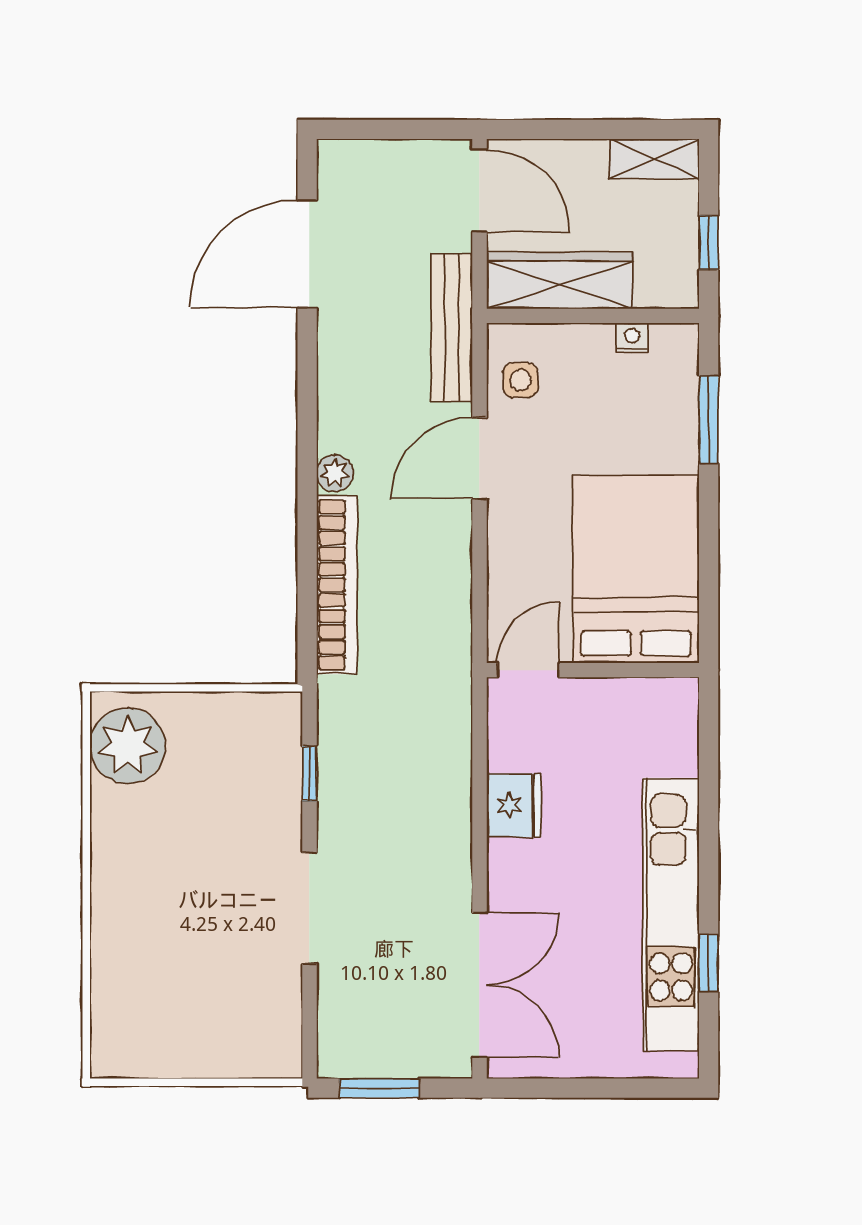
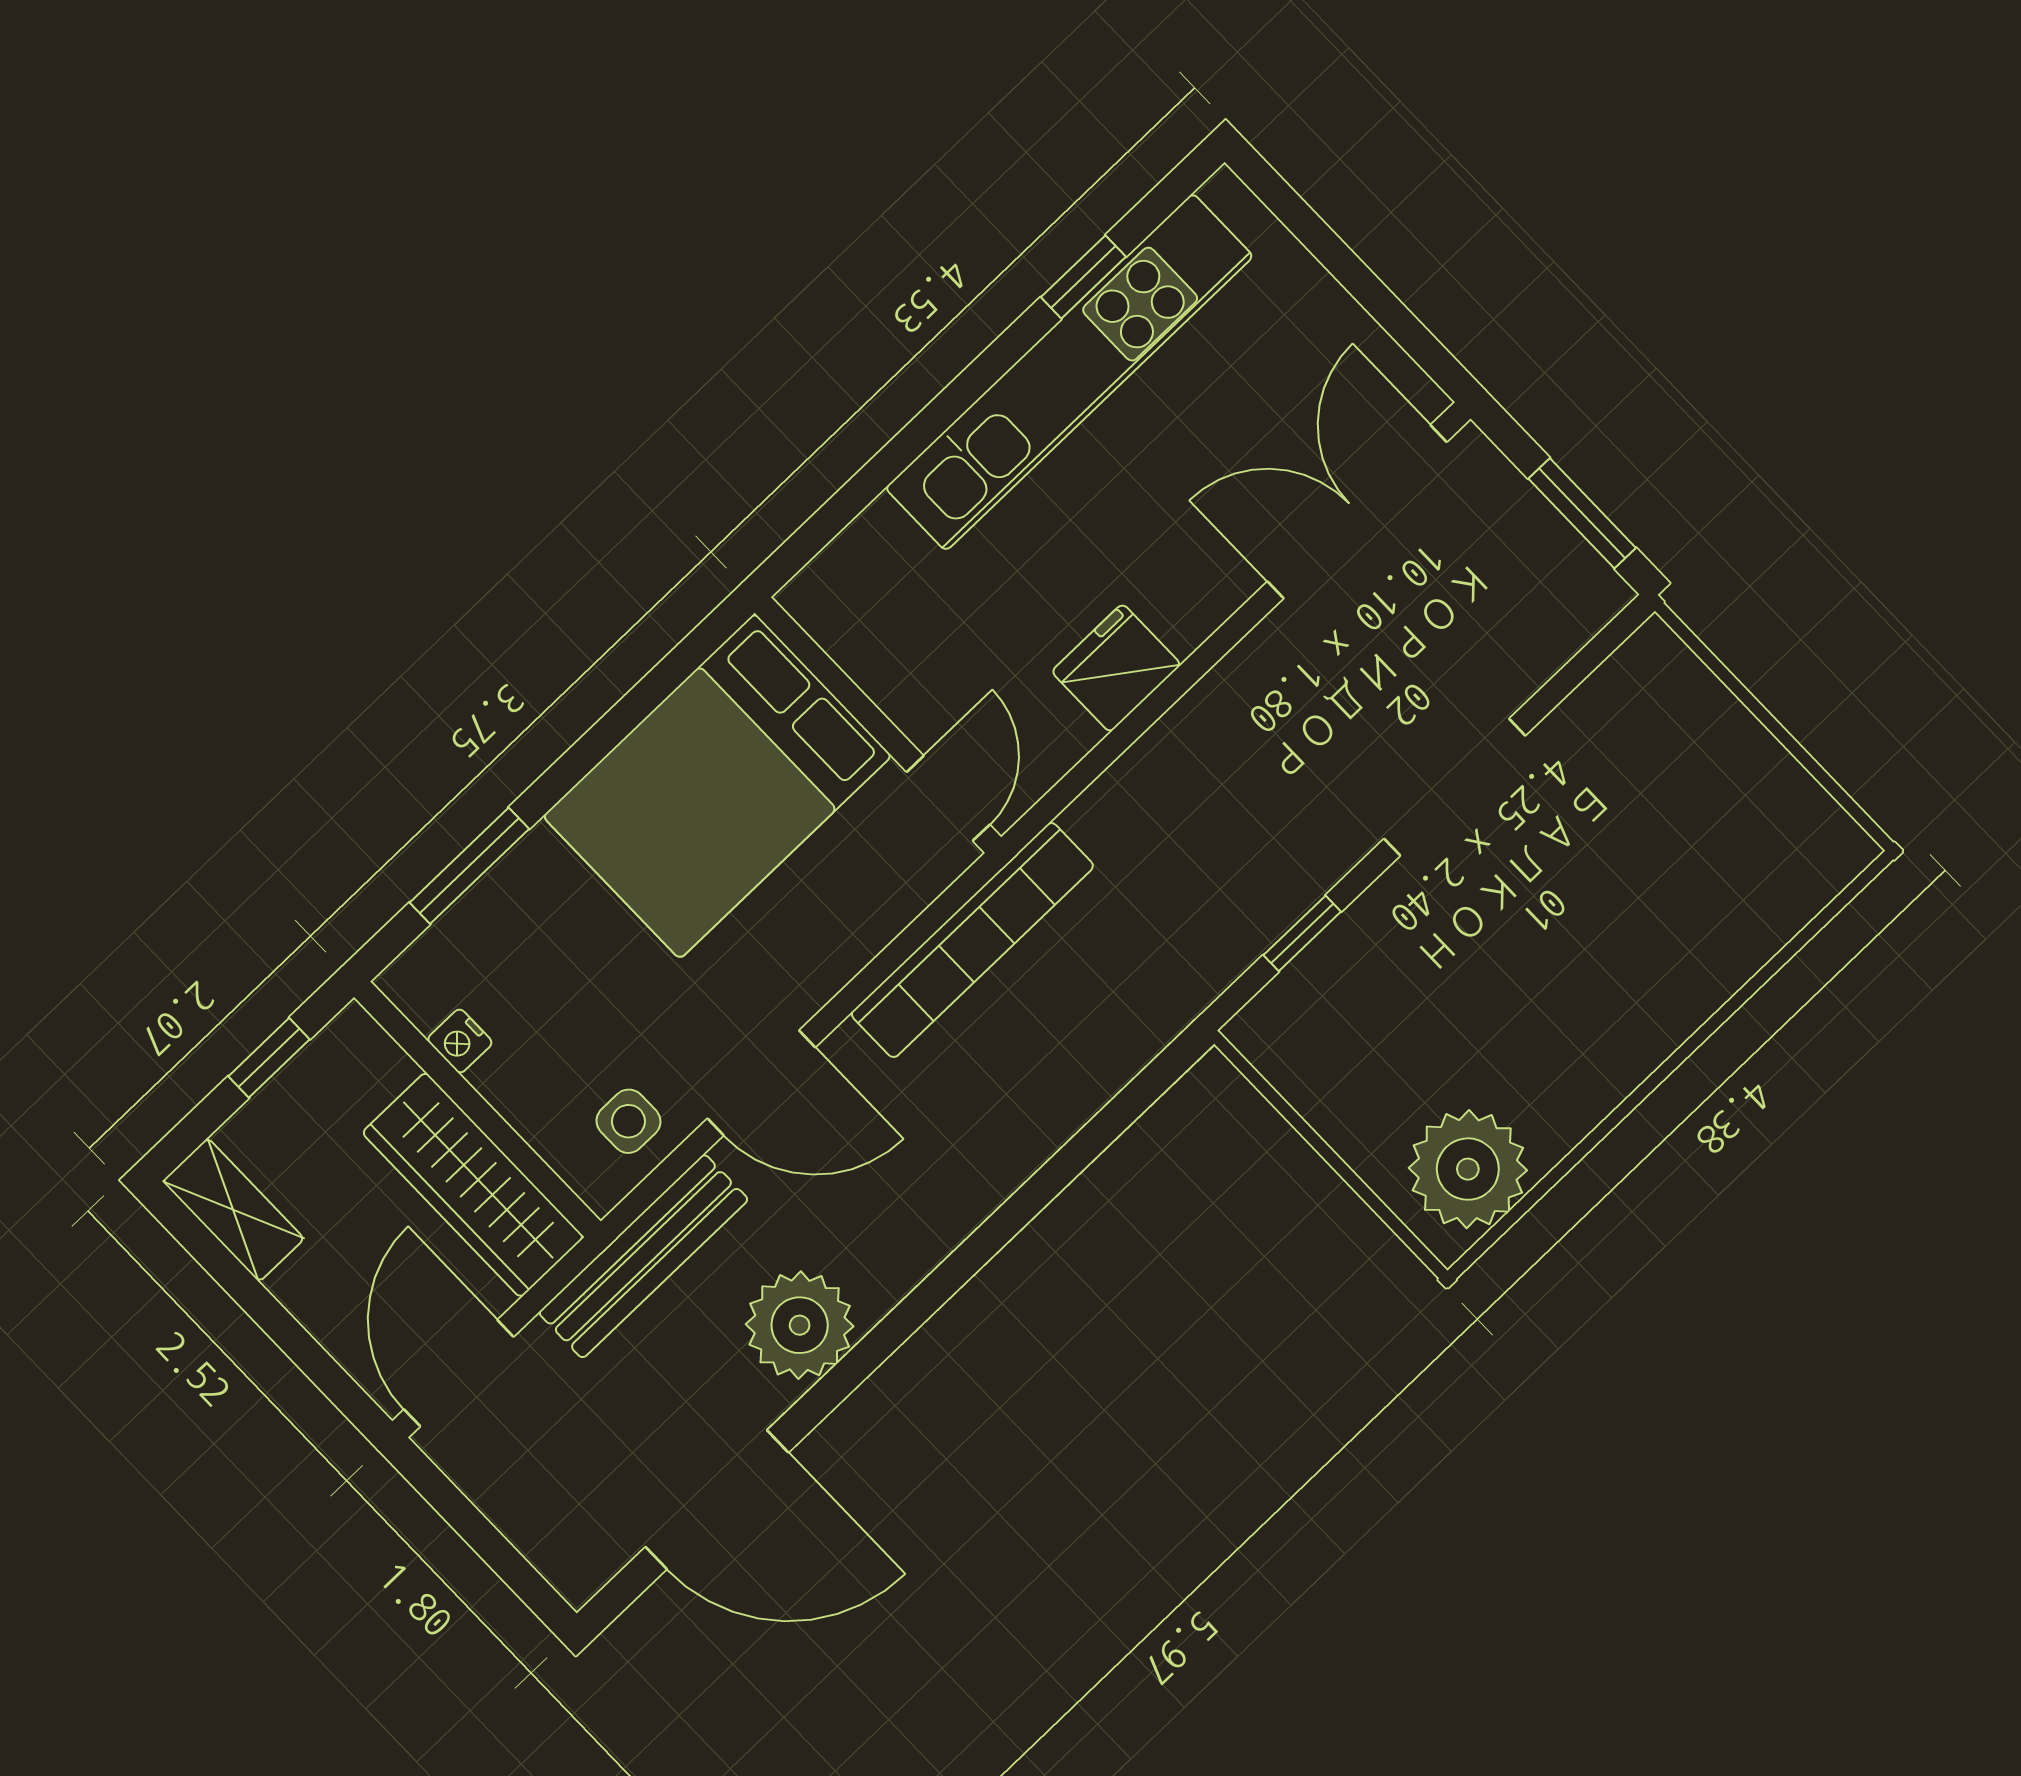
plant: (335, 473) -> (800, 1325), moved, width x1.87, depth x1.87
bookcase: (337, 585) -> (972, 940), moved, turned 180
door: (528, 670) -> (948, 798), swing flipped

